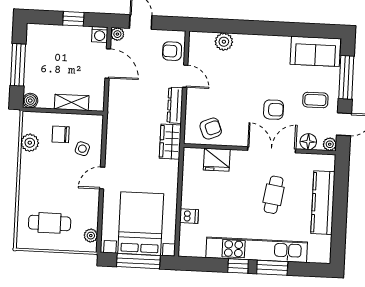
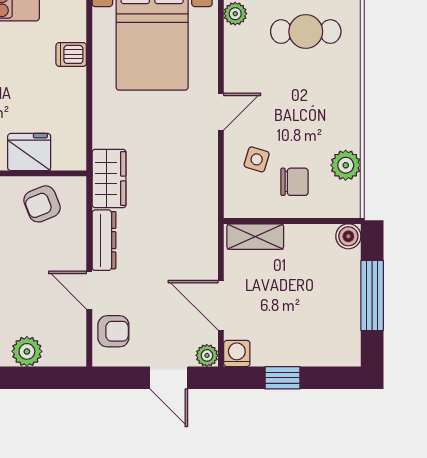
shelving: (72, 102) -> (255, 237), moved

